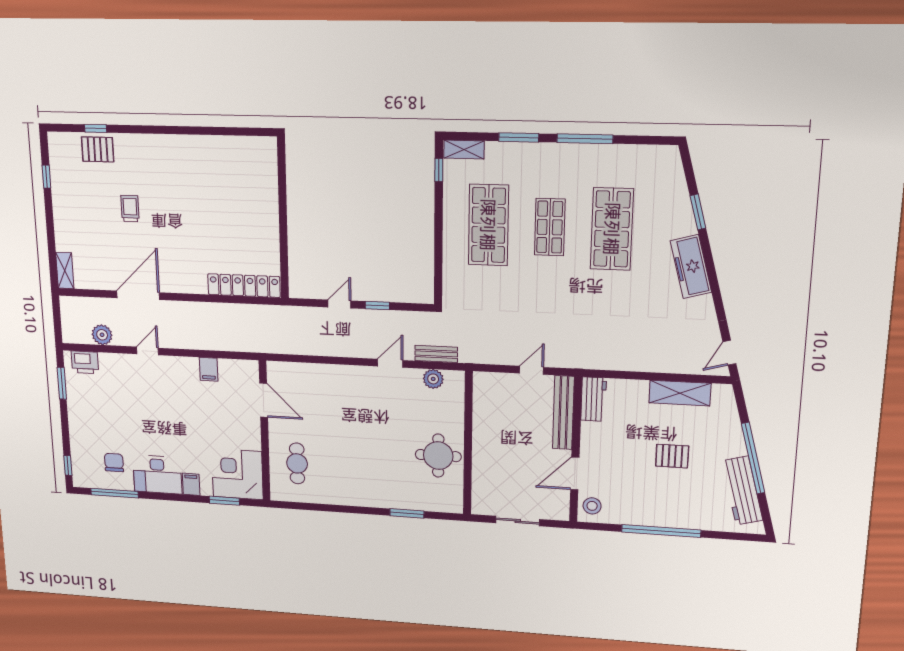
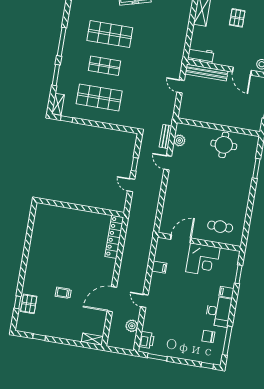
door: (138, 295) -> (112, 299), hinge flipped
corner desk: (237, 474) -> (203, 260), moved, turned -90

